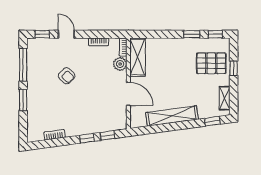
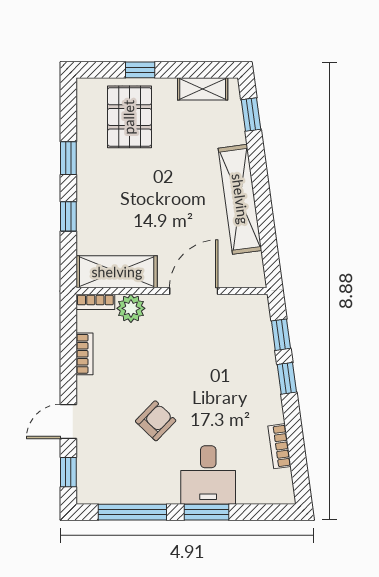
window: (215, 34) -> (68, 216), moved
desk: (41, 101) -> (208, 475), added

